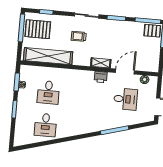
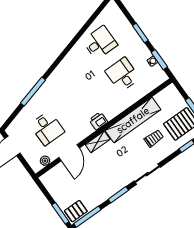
trolley: (79, 36) -> (154, 138), moved
shelving: (48, 56) -> (133, 120), moved
printer: (101, 77) -> (98, 121), moved
desk: (125, 99) -> (47, 128), turned -90
desk: (45, 125) -> (100, 43), turned 90

